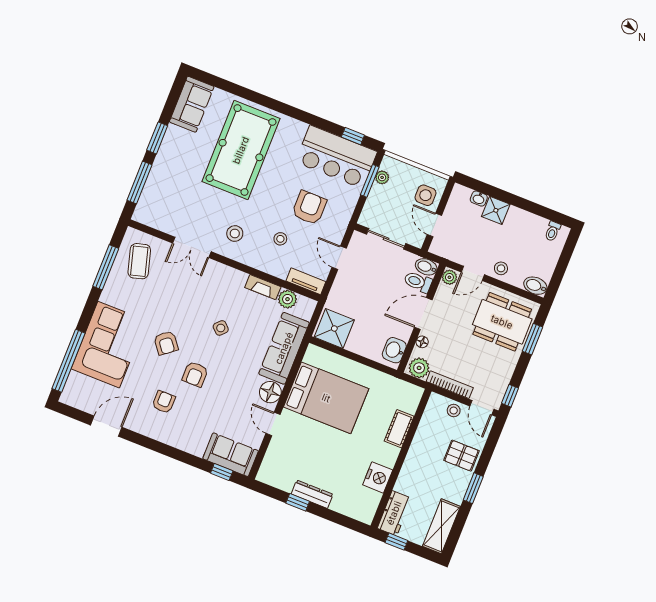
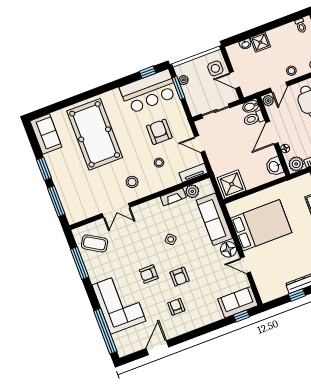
coffee table: (139, 261) -> (95, 243), turned -43
armchair: (166, 343) -> (149, 274), turned 128

